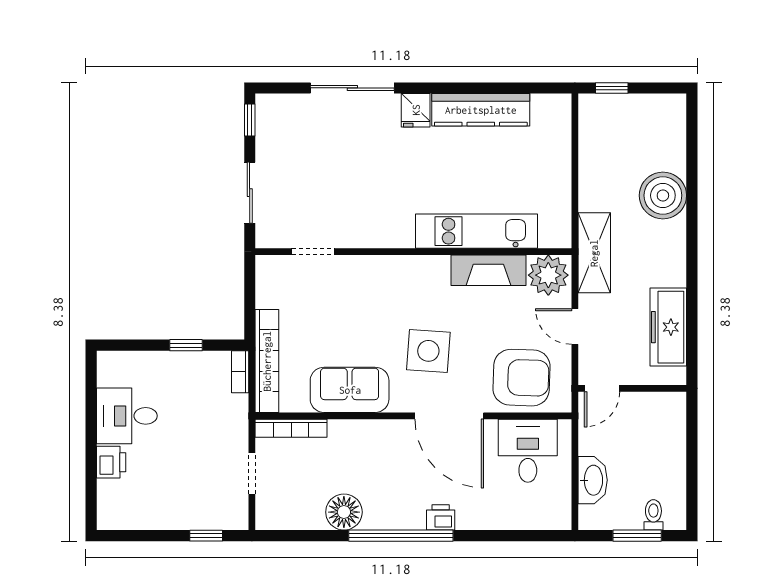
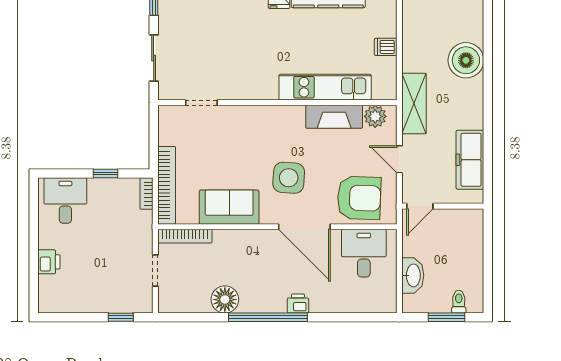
dishwasher: (557, 178) -> (386, 47), added
plant: (548, 275) -> (375, 116), width x0.73, depth x0.73
desk: (127, 416) -> (65, 200), moved, turned 90

